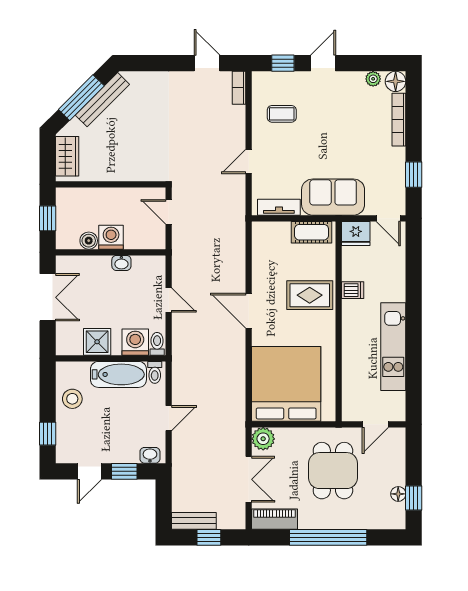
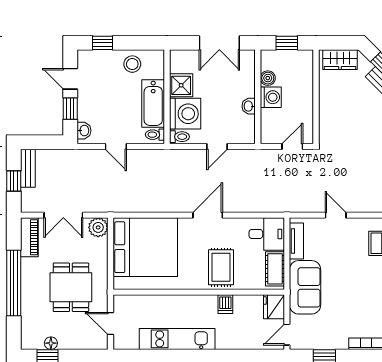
desk: (271, 242) -> (267, 234), added
washing machine: (135, 342) -> (185, 114), width x1.37, depth x1.37
dining table: (333, 471) -> (71, 287), turned 90

